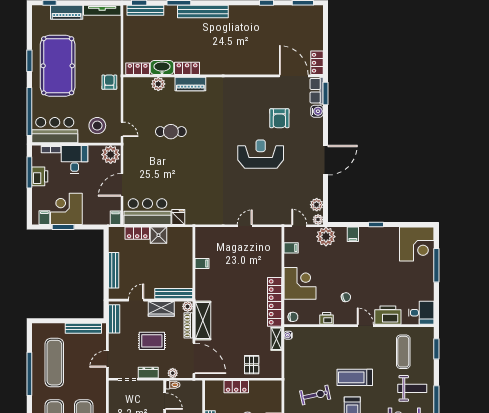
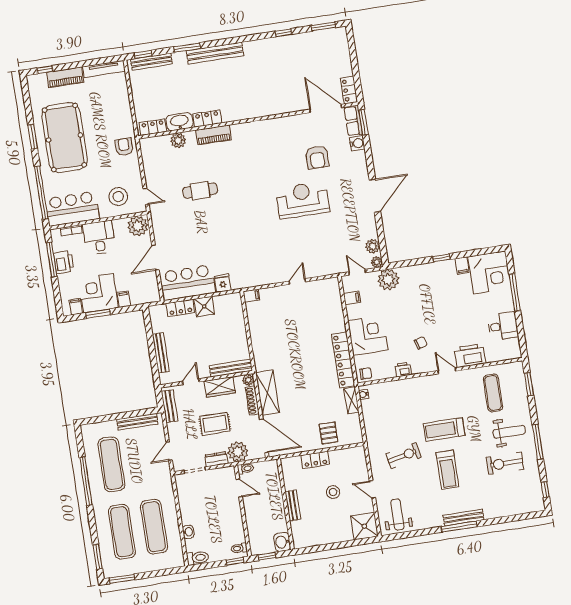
filing cabinet: (116, 218) -> (124, 299), moved
filing cabinet: (353, 234) -> (462, 266), moved
filing cabinet: (202, 263) -> (251, 296), moved
desk: (421, 313) -> (503, 326), moved
plant: (173, 373) -> (238, 452), width x1.87, depth x1.87

